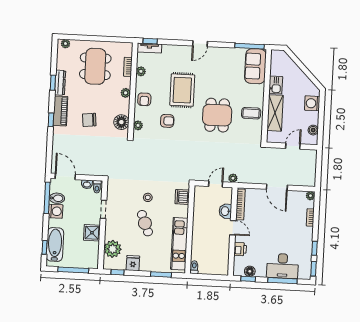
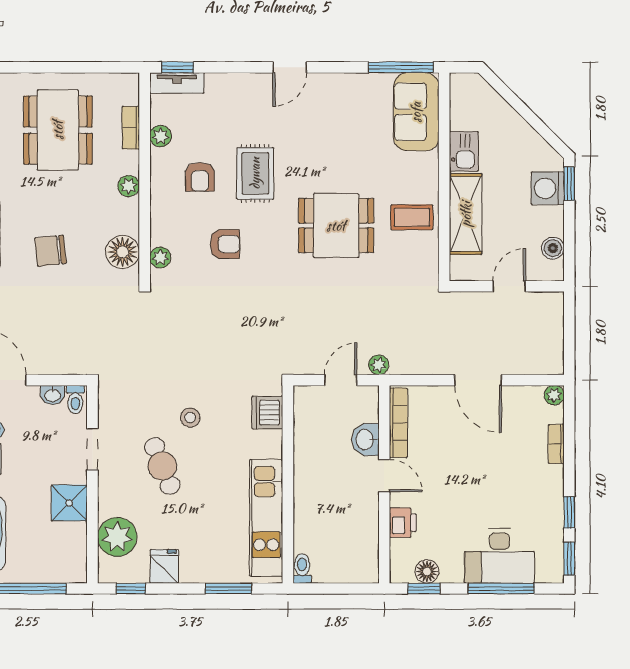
rug: (182, 90) -> (255, 173), width x0.73, depth x0.70
armchair: (144, 99) -> (200, 177), moved
window: (322, 102) -> (569, 184), added
dining table: (217, 115) -> (336, 226), turned 90
cafe table: (145, 223) -> (162, 466), moved

